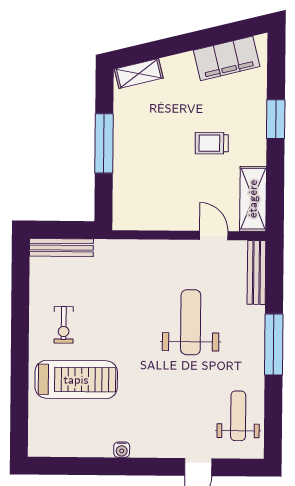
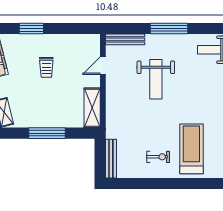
shelving: (253, 199) -> (92, 108), moved, turned 90
weight bench: (191, 322) -> (156, 79), turned -90

